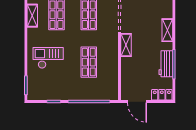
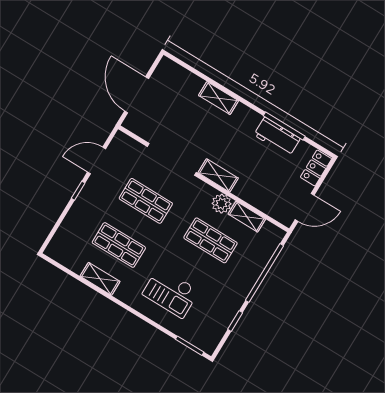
shelving: (167, 30) -> (219, 98), moved
plant: (112, 56) -> (222, 204), added
checkout: (48, 58) -> (171, 292), turned -90
shelving: (113, 74) -> (247, 217), added

